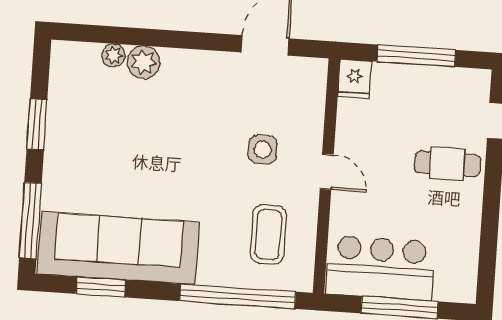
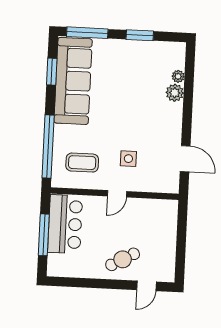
window: (416, 56) -> (181, 241), removed
fridge: (355, 79) -> (168, 208), removed
cafe table: (447, 164) -> (123, 259), turned 61

